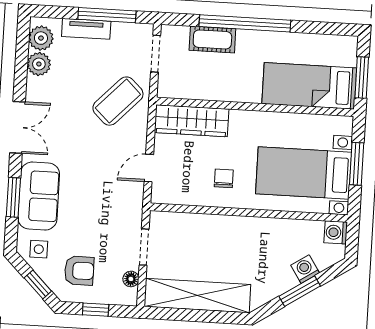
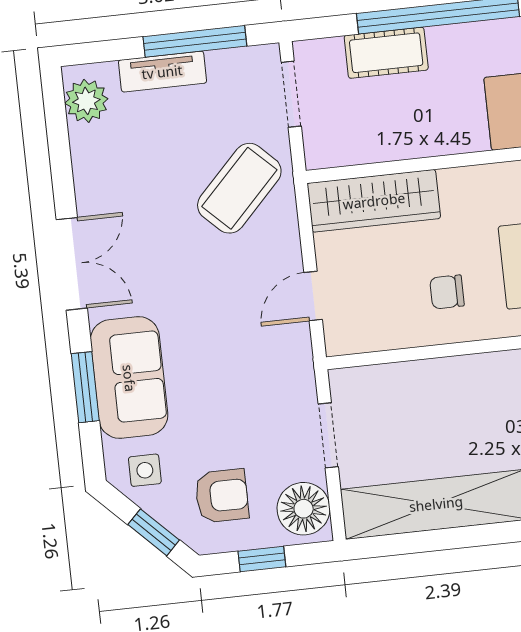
plant: (39, 64) -> (90, 147), removed
chair: (224, 178) -> (447, 292), turned -90
floor lamp: (131, 279) -> (304, 509), width x1.89, depth x1.89

